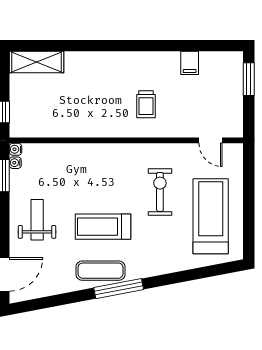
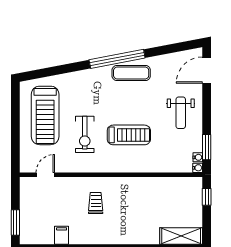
door: (211, 140) -> (45, 175), hinge flipped
treadmill: (103, 227) -> (129, 135), moved
window: (119, 289) -> (117, 59), width x1.46

